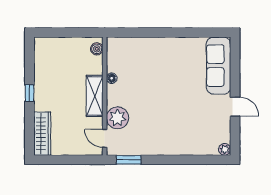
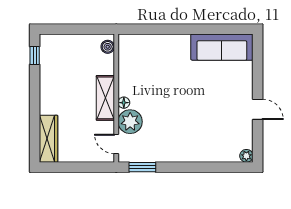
sofa: (219, 66) -> (222, 47), moved, turned -90
floor lamp: (112, 78) -> (124, 103), moved
window: (29, 93) -> (35, 55), moved

